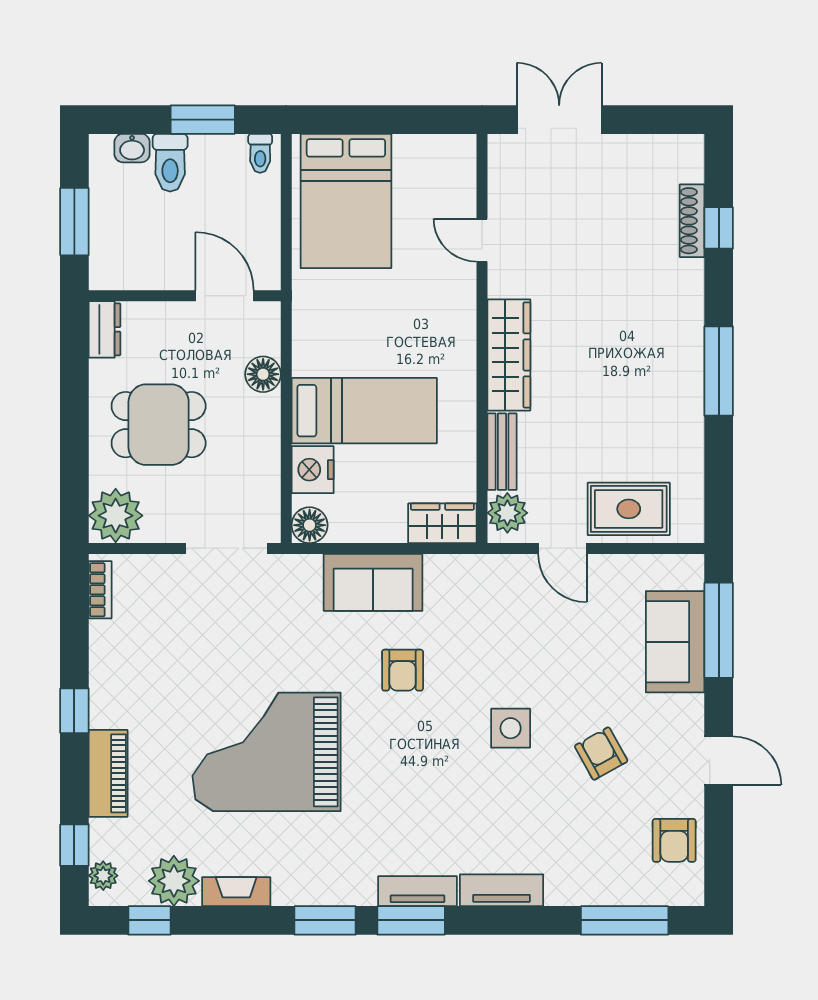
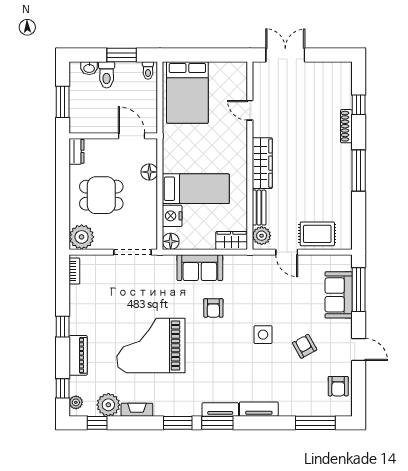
shoe rack: (692, 221) -> (346, 126), moved

